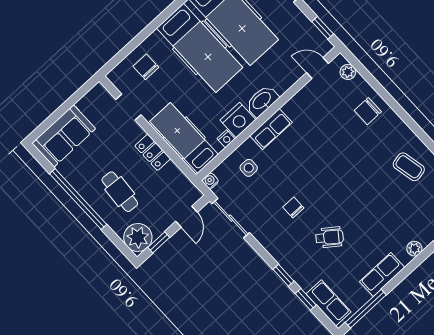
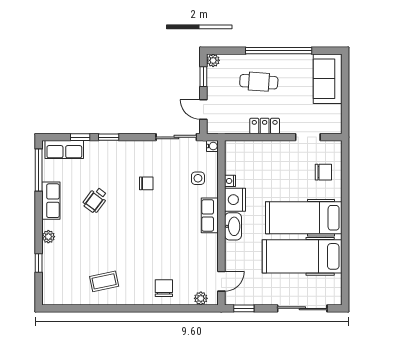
hospital bed: (184, 138) -> (255, 155), removed
plant: (138, 237) -> (213, 60), width x0.53, depth x0.53
wheelchair: (329, 237) -> (95, 200), moved

